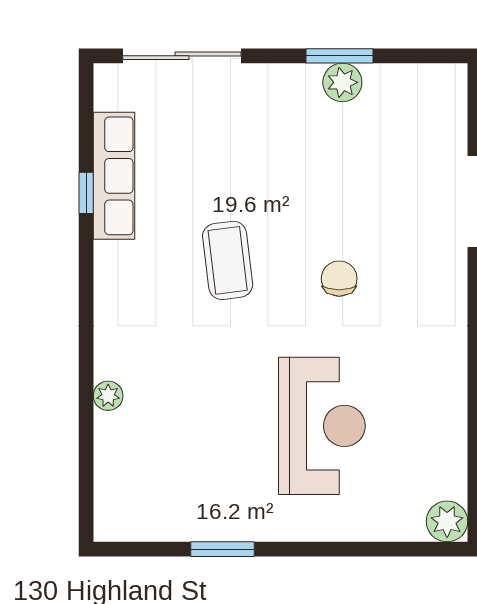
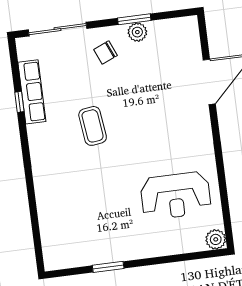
chair: (339, 279) -> (106, 52), moved, turned -113
plant: (108, 396) -> (43, 199), removed
reception desk: (322, 426) -> (176, 196), moved, turned 90

